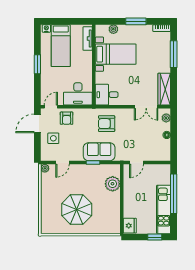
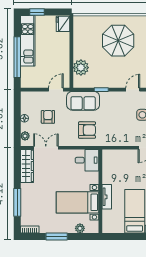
tv unit: (88, 39) -> (107, 197), moved
desk: (78, 94) -> (117, 161), removed
armchair: (67, 118) -> (48, 117), moved
sofa: (99, 152) -> (83, 101), moved

